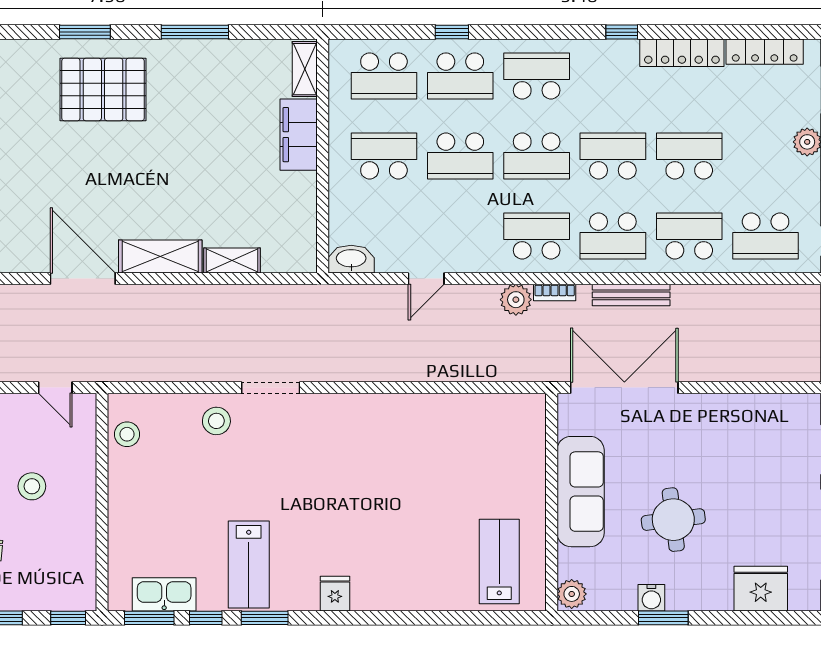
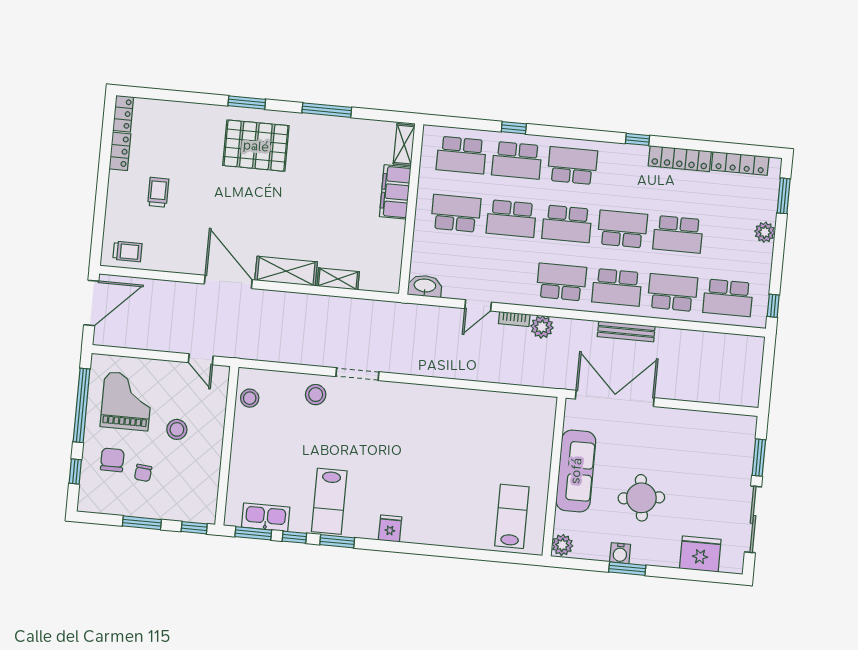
school desk: (689, 156) -> (678, 234), turned 180
bookcase: (555, 292) -> (514, 319), moved

